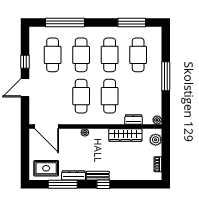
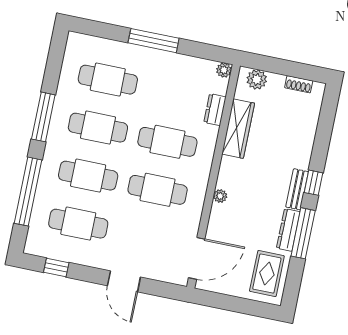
window: (132, 22) -> (43, 117), moved
window: (25, 62) -> (56, 267), moved
window: (63, 184) -> (303, 233), moved

